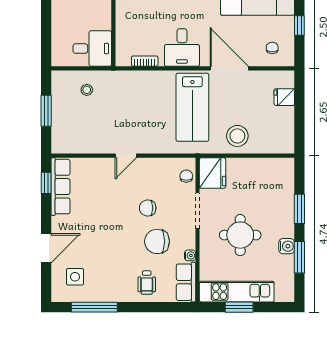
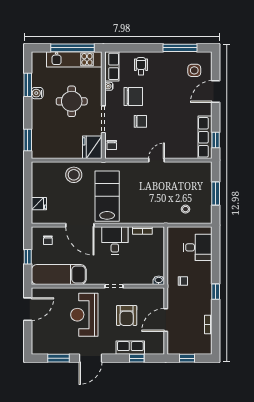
desk: (92, 49) -> (198, 247), moved, turned 180
window: (299, 209) -> (28, 140), moved
window: (239, 307) -> (72, 48), width x2.11

